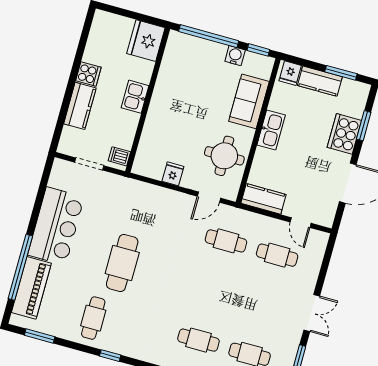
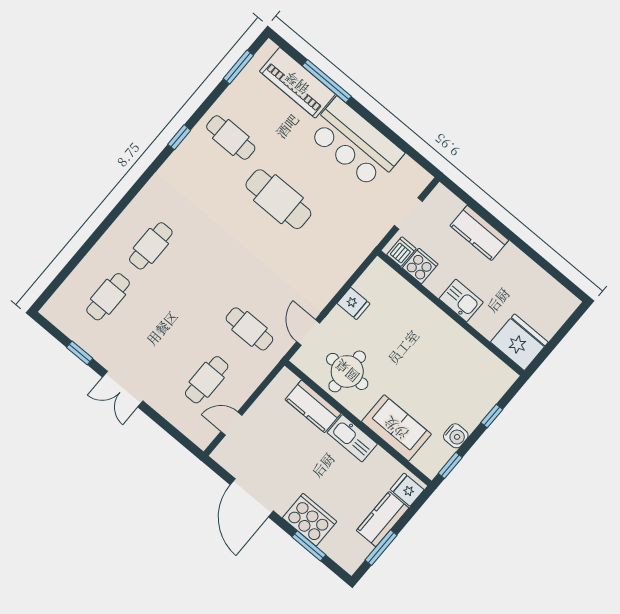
window: (209, 36) -> (492, 416), width x0.32
cooker: (88, 74) -> (420, 266), moved, turned 180
kitchen counter: (263, 199) -> (313, 406), moved, turned 90
cafe table: (226, 241) -> (249, 329), turned 90
window: (20, 267) -> (327, 81), width x0.68

